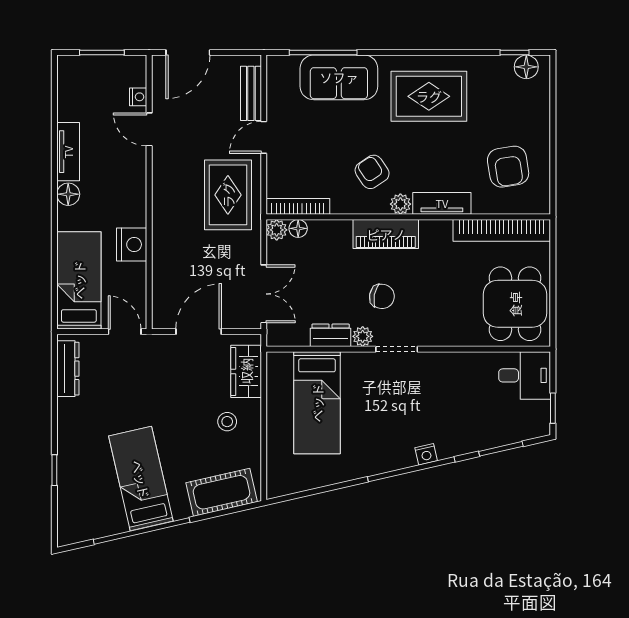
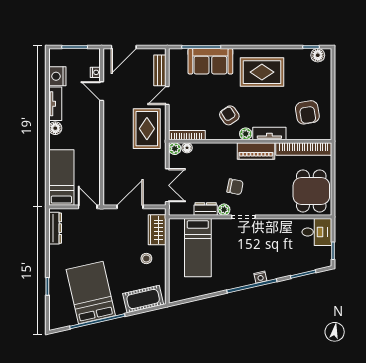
piano: (386, 234) -> (256, 151), moved
nightstand: (132, 244) -> (57, 76), moved, turned 180
bed: (141, 479) -> (91, 293), width x1.50

